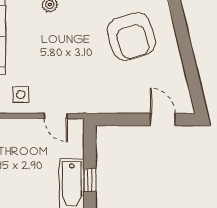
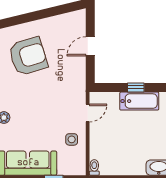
door: (163, 119) -> (90, 46), moved

